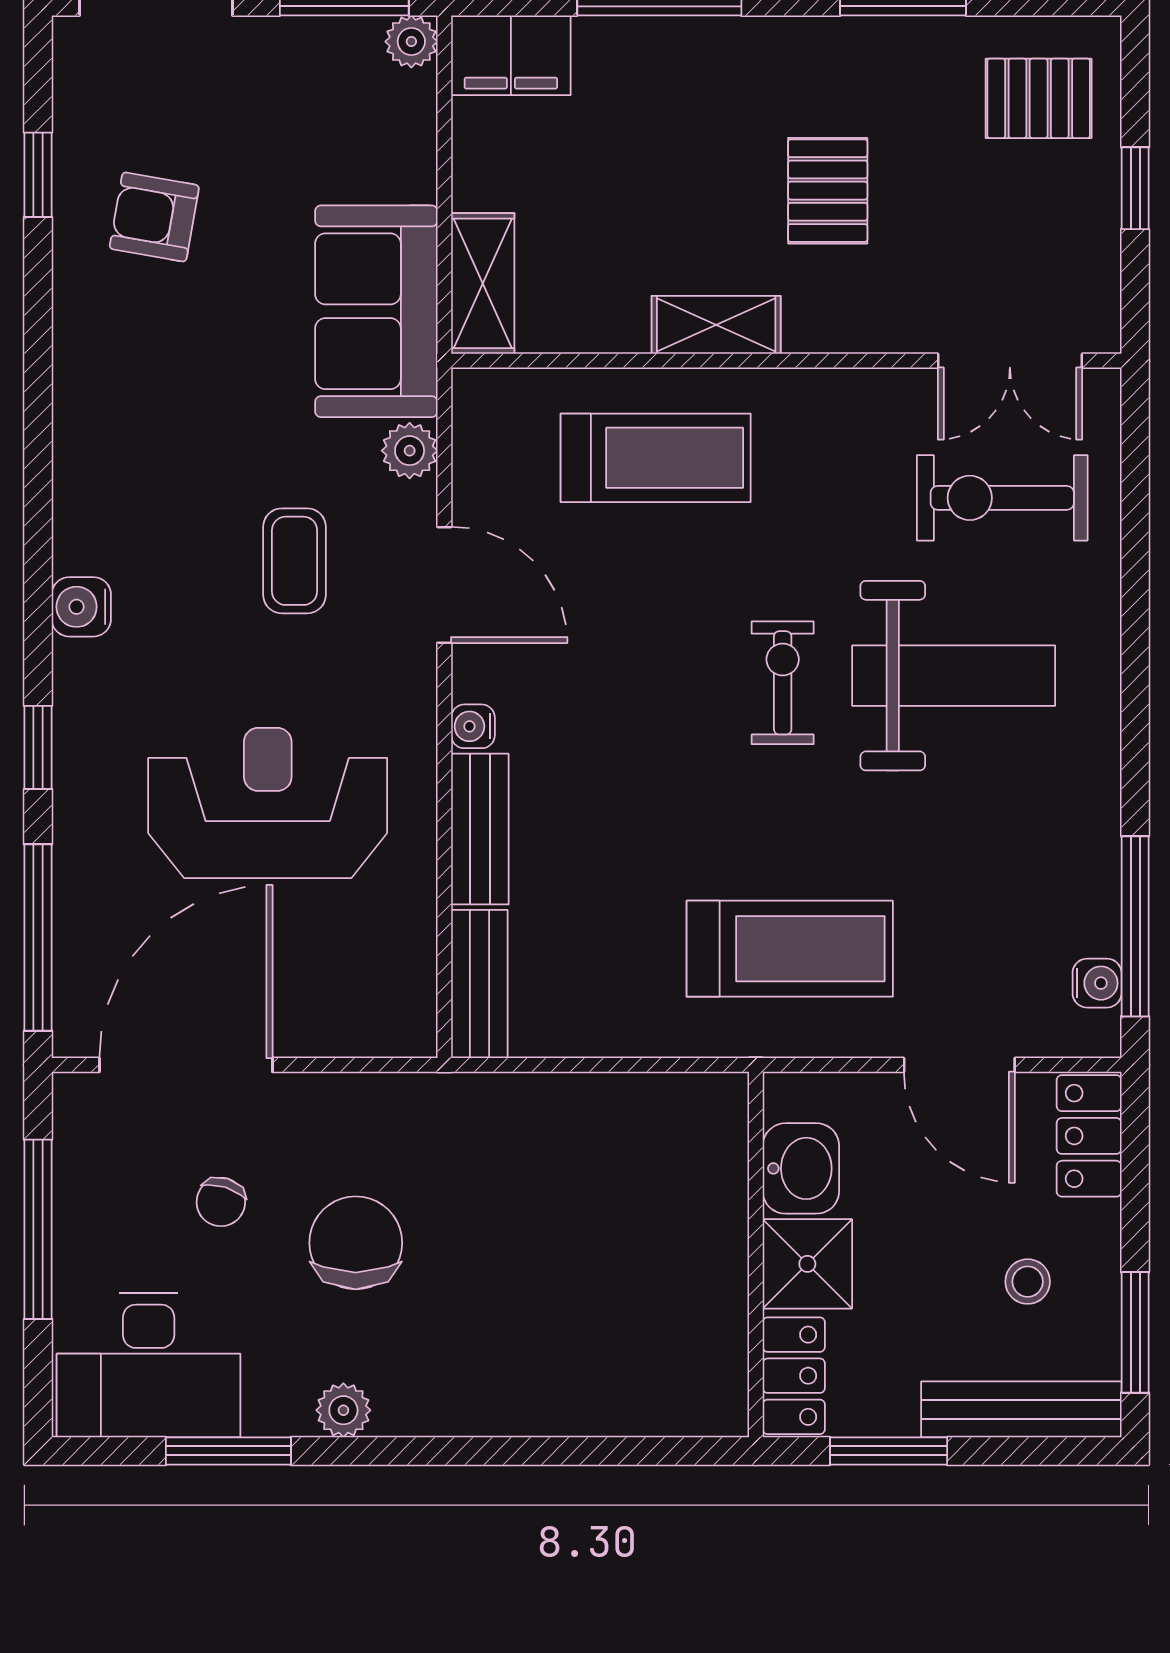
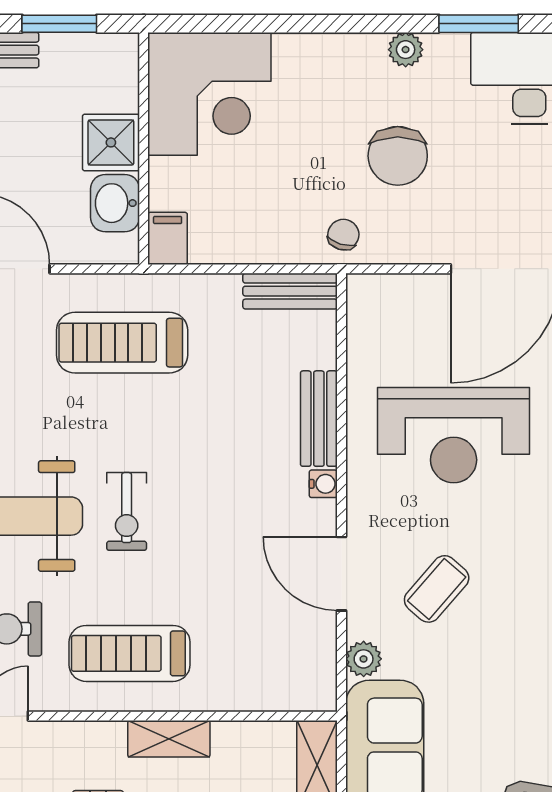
treadmill: (656, 458) -> (130, 653), moved
coffee table: (295, 561) -> (437, 589), turned 41
bench: (479, 984) -> (290, 291), moved, turned 90
filing cabinet: (718, 1113) -> (168, 238), added
chair: (221, 1202) -> (343, 235), moved
corner desk: (652, 1341) -> (209, 94), added
locker: (794, 1376) -> (120, 71), removed

